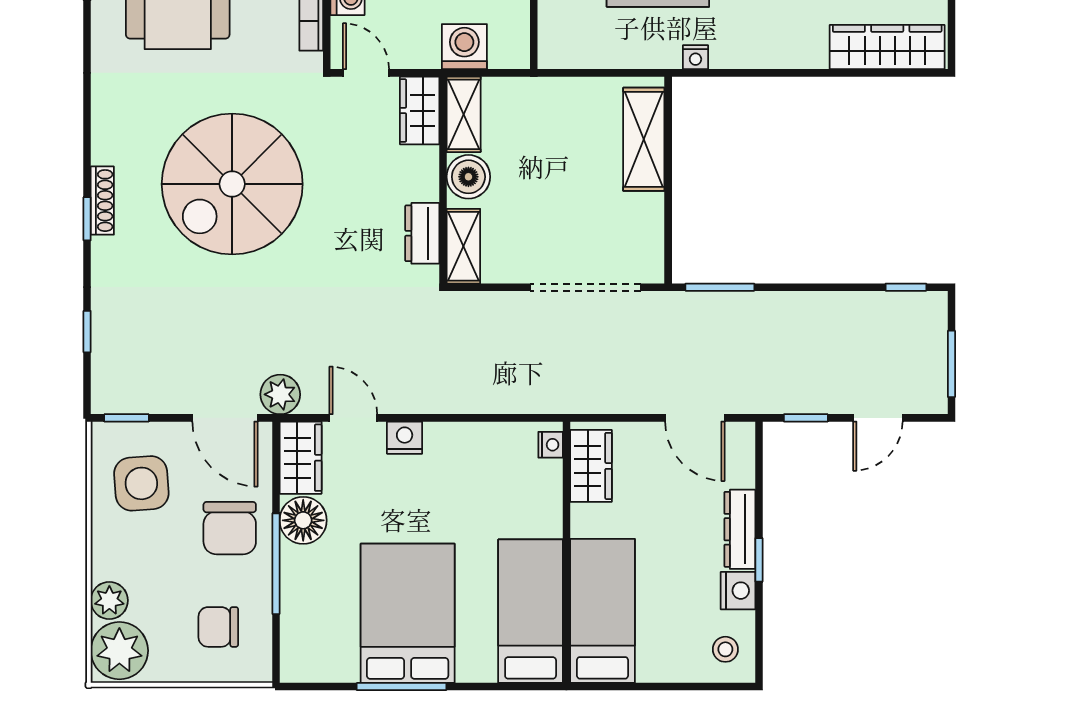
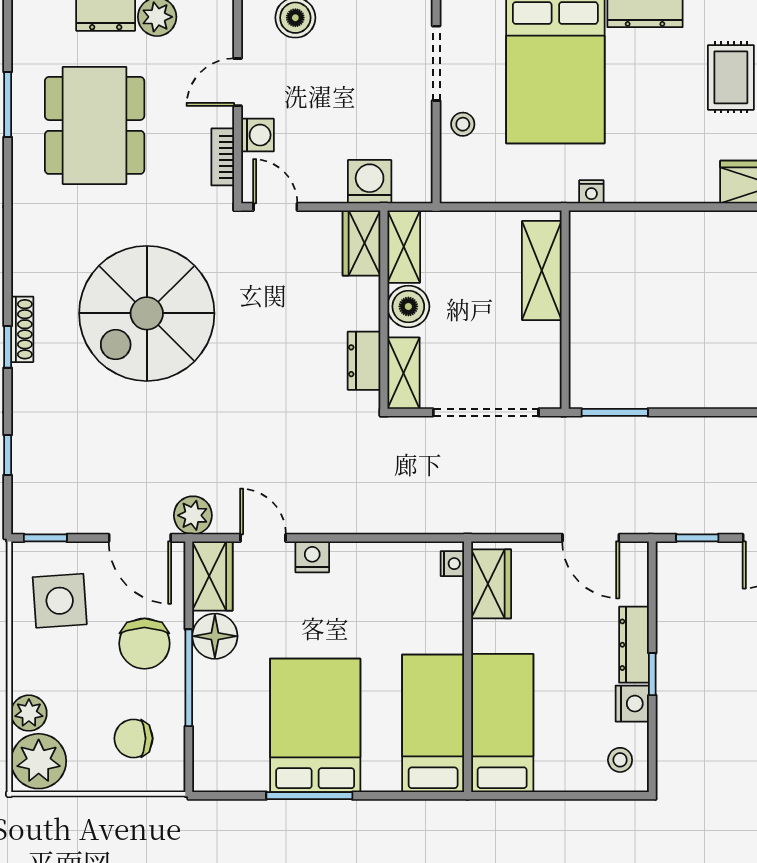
wardrobe: (420, 111) -> (362, 243), moved
shelving: (464, 114) -> (404, 247), moved
boiler: (468, 177) -> (408, 306), moved
wall: (443, 180) -> (384, 310), moved
dresser: (422, 233) -> (364, 361), moved
shelving: (463, 246) -> (403, 373), moved

